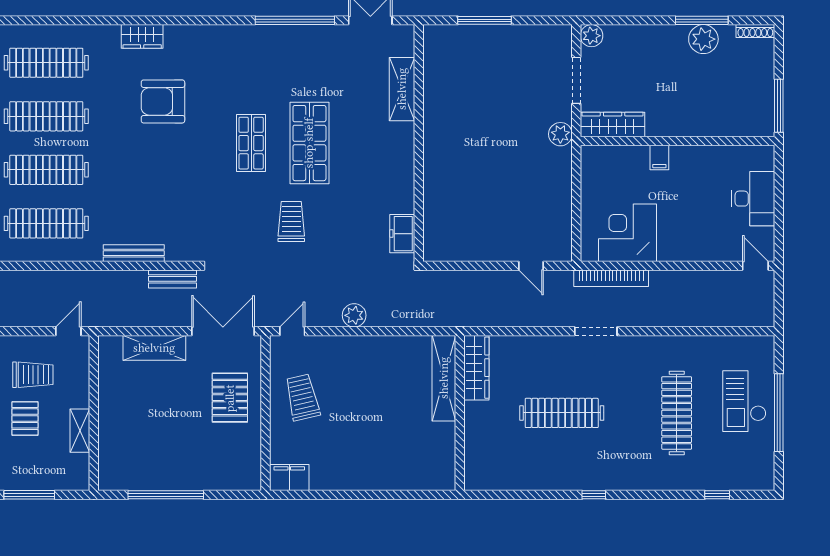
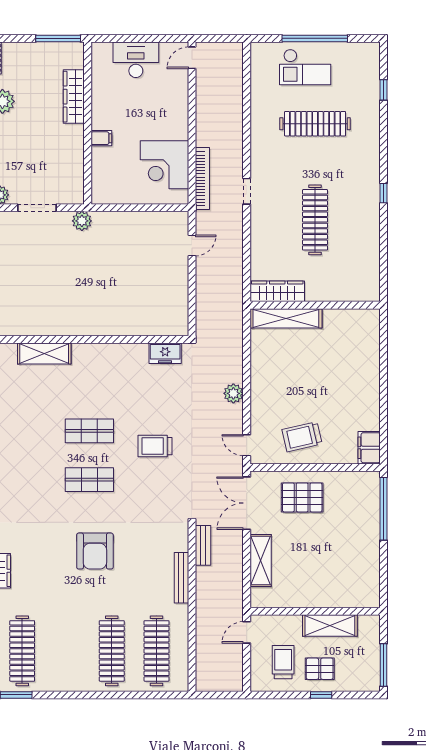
armchair: (163, 101) -> (95, 551), moved
clothes rail: (46, 116) -> (67, 651), removed
wardrobe: (613, 124) -> (74, 97), moved
shop shelf: (309, 143) -> (89, 431), width x0.70, depth x0.74
door: (68, 331) -> (247, 632), hinge flipped
doorway: (596, 331) -> (247, 191), width x0.73
shelving: (80, 431) -> (330, 626), width x1.50, depth x1.33
window: (166, 495) -> (383, 509), moved

